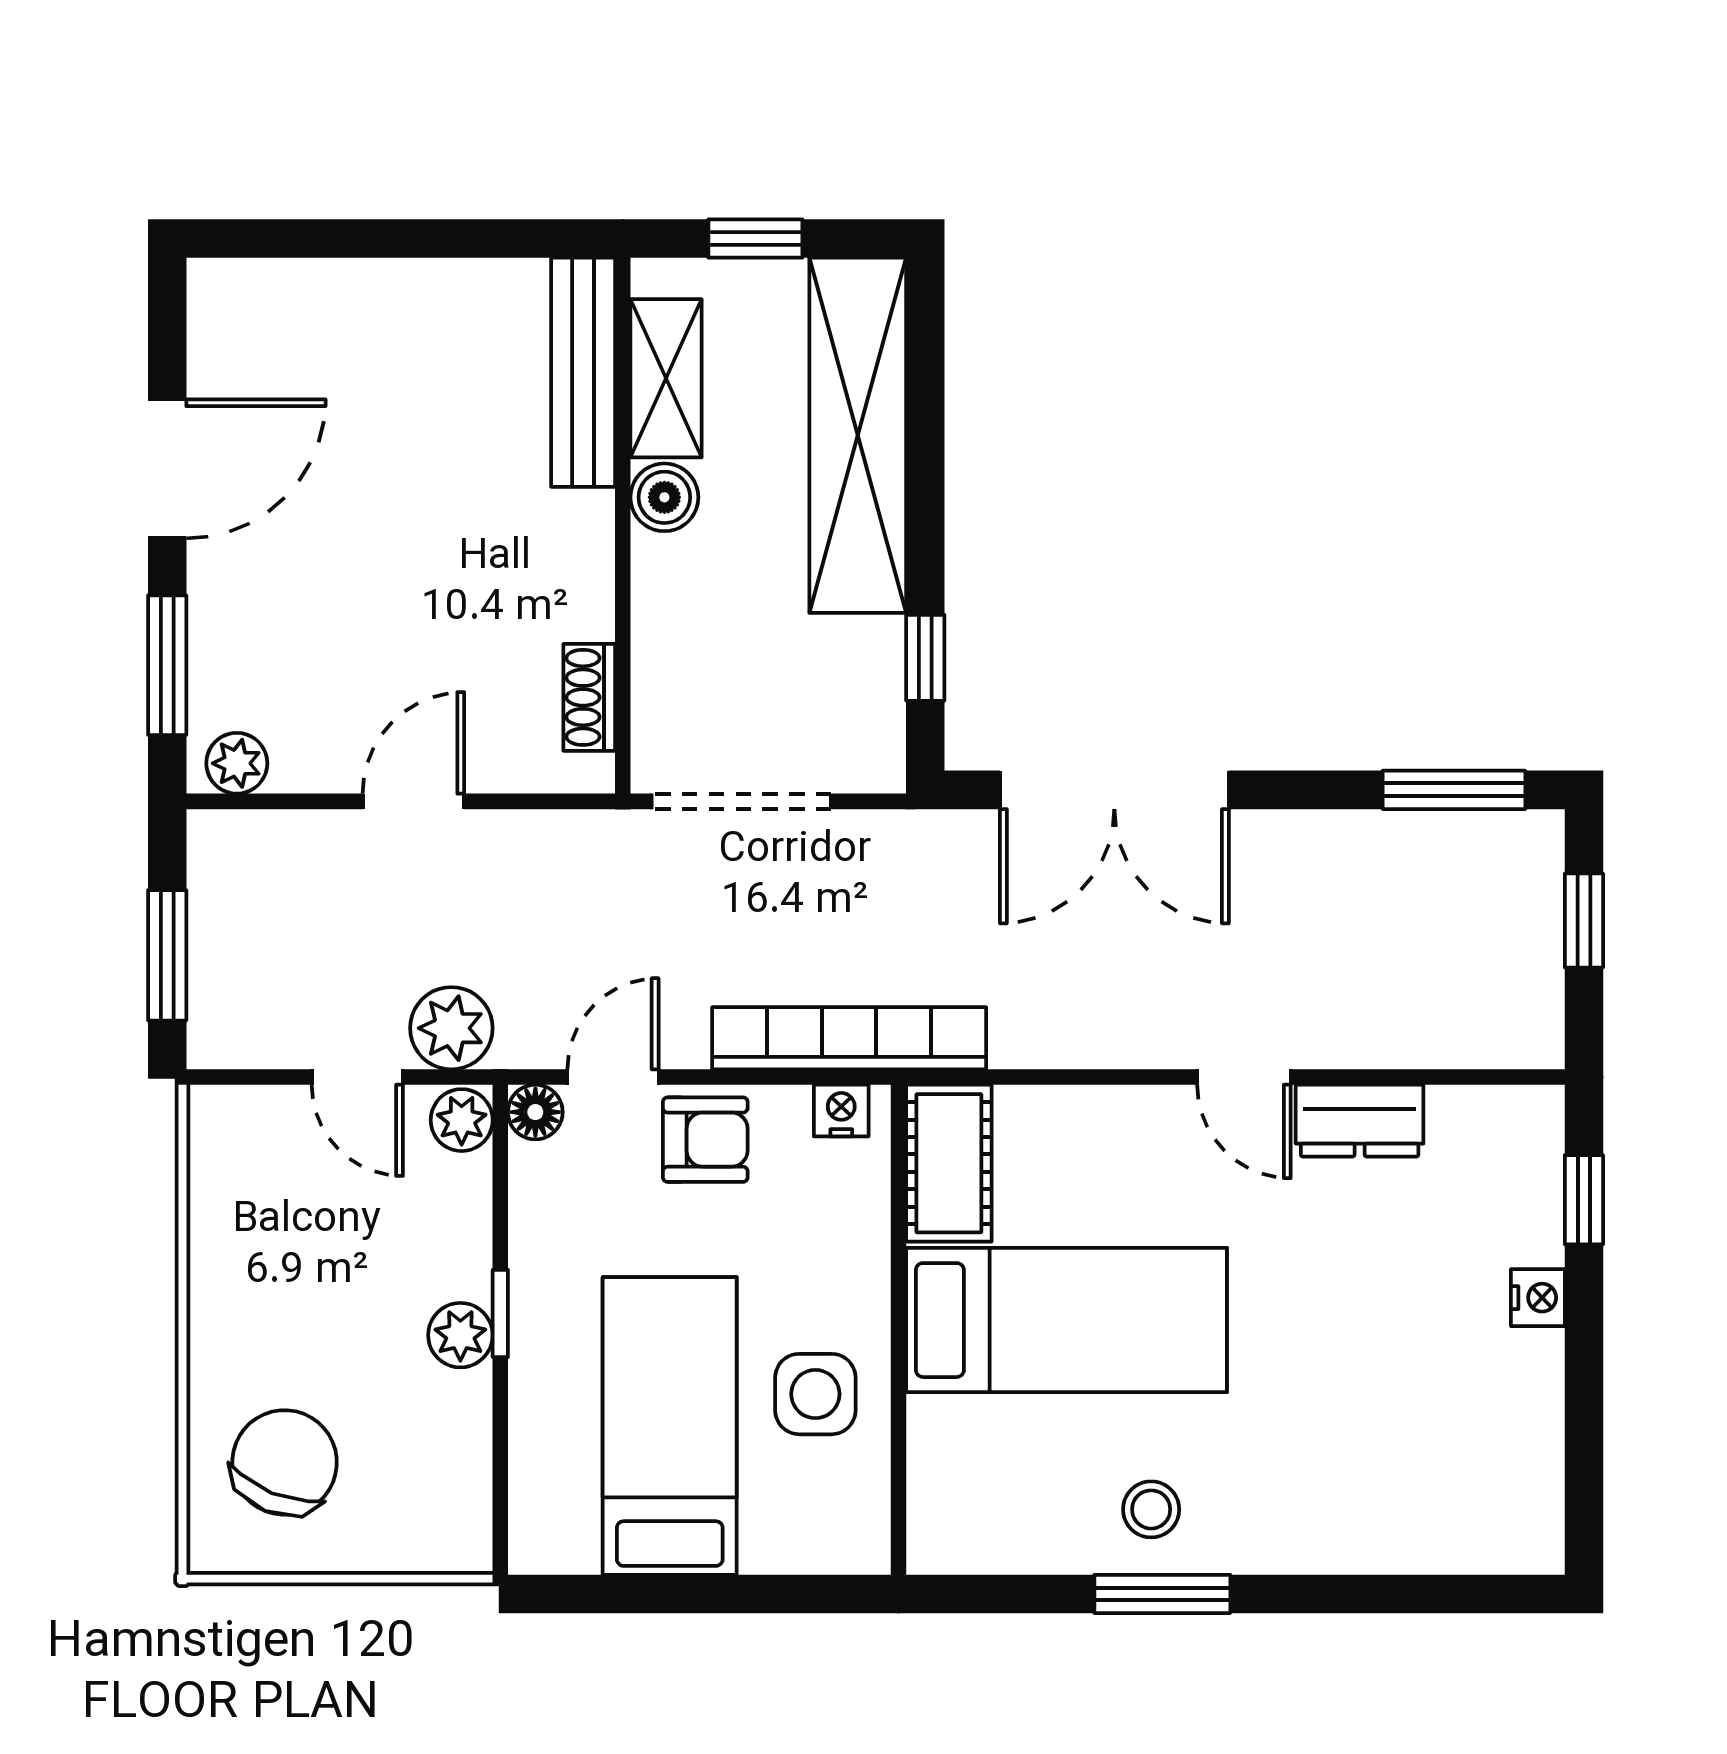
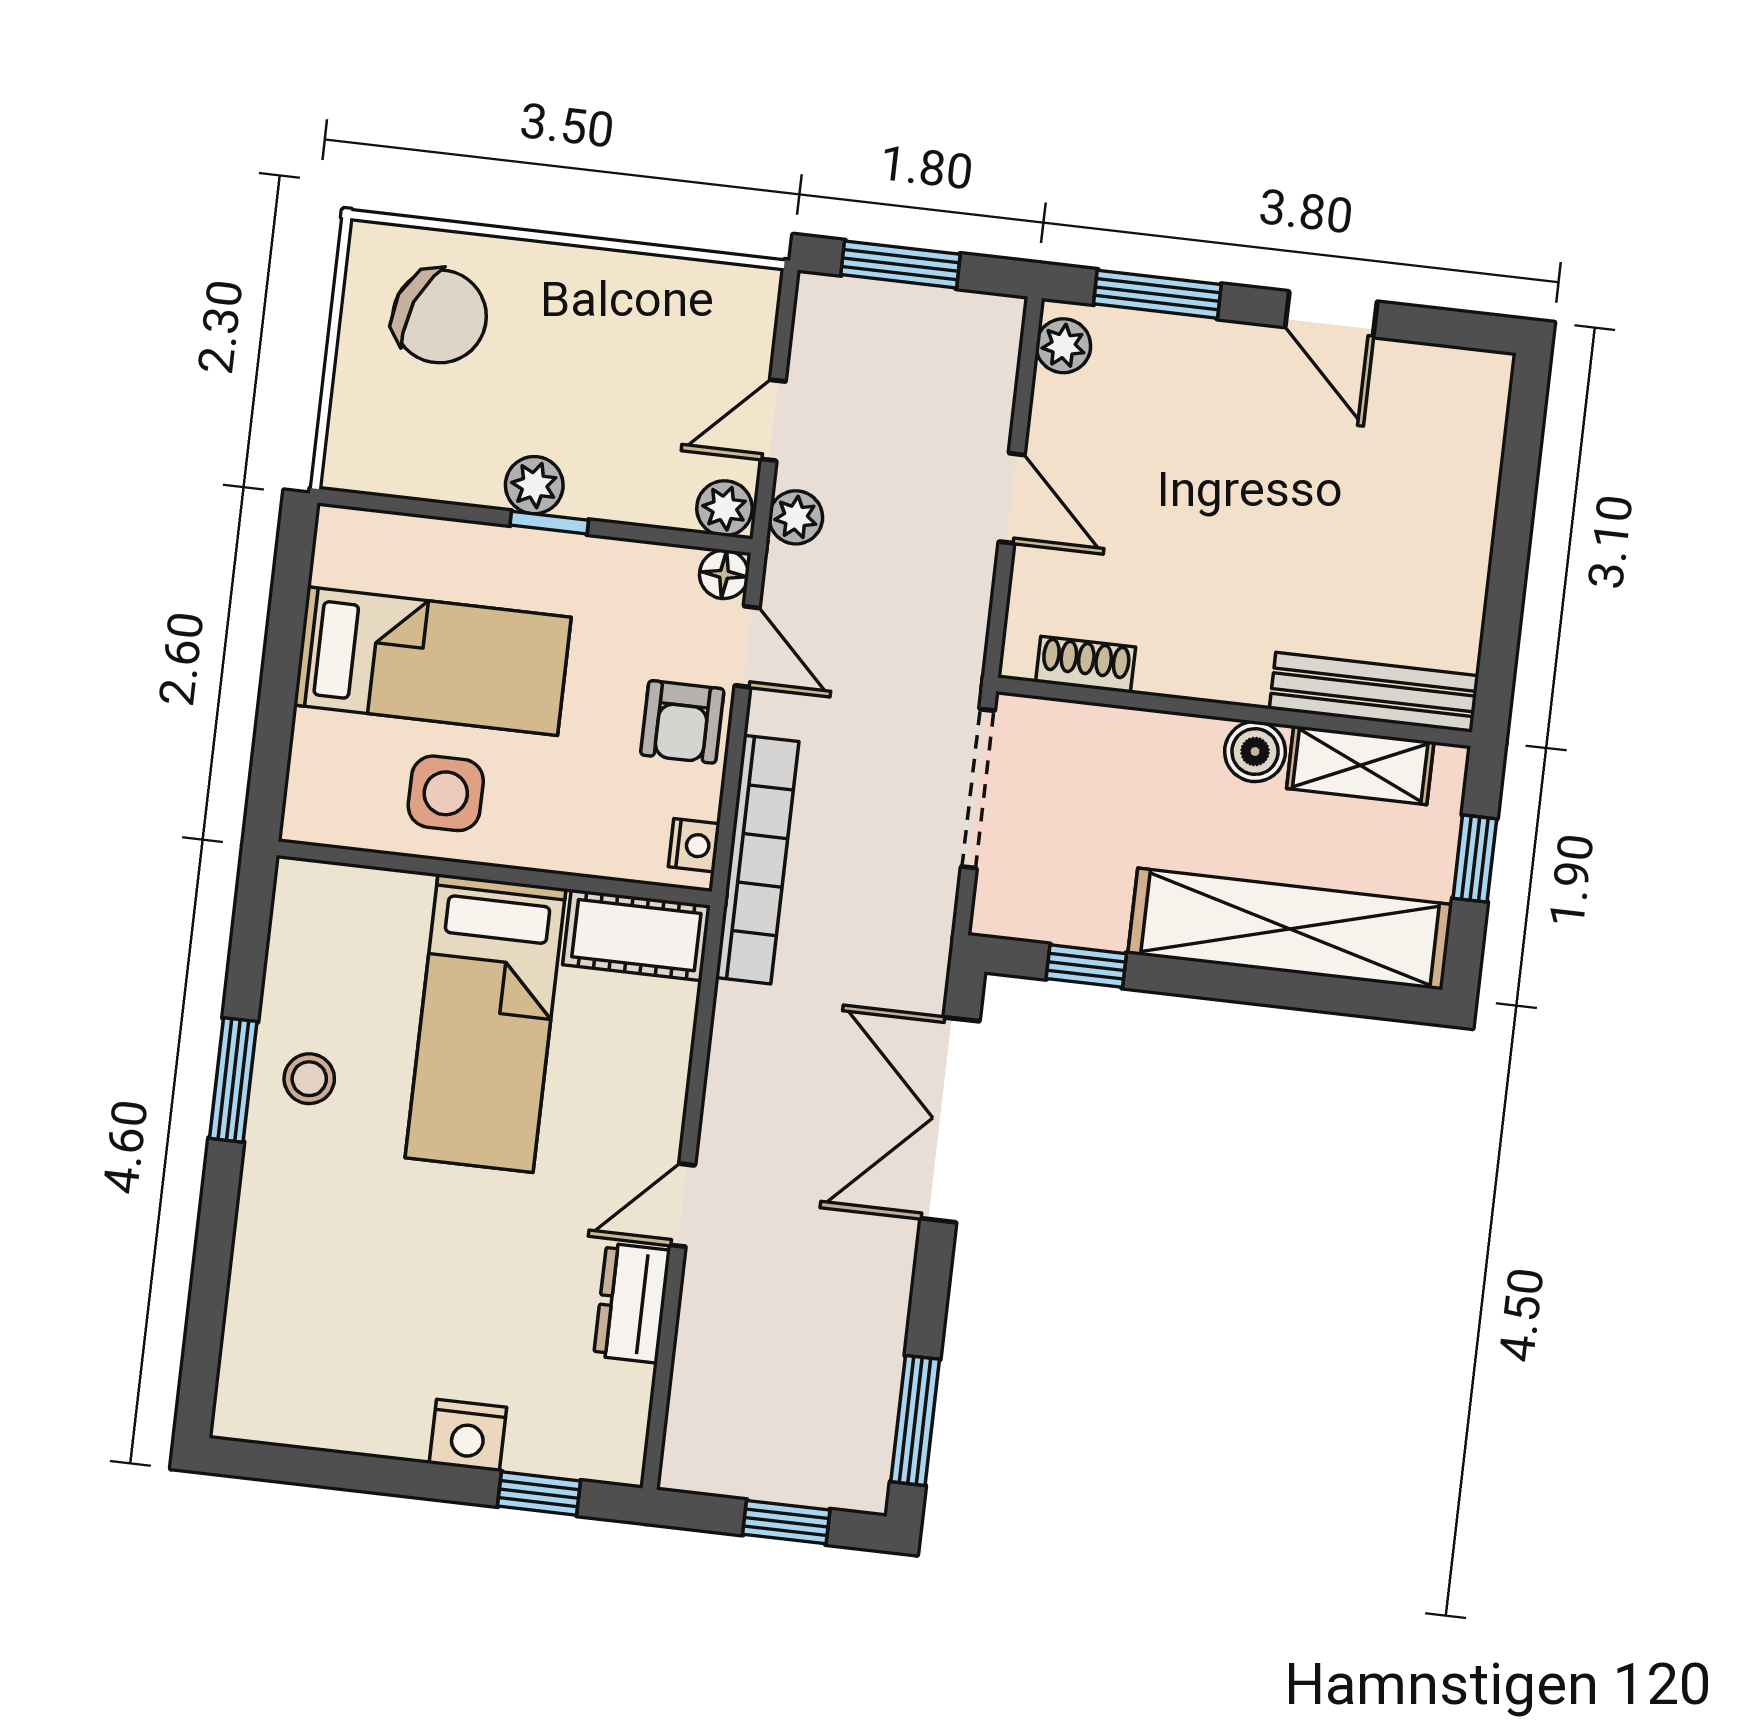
door: (167, 469) -> (1331, 314), width x0.73
plant: (451, 1028) -> (796, 517), width x0.73, depth x0.73
nightstand: (1538, 1298) -> (468, 1435), width x1.39, depth x1.35

